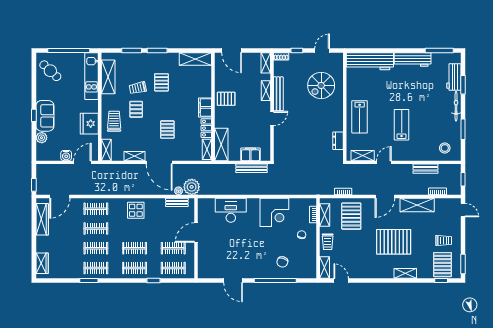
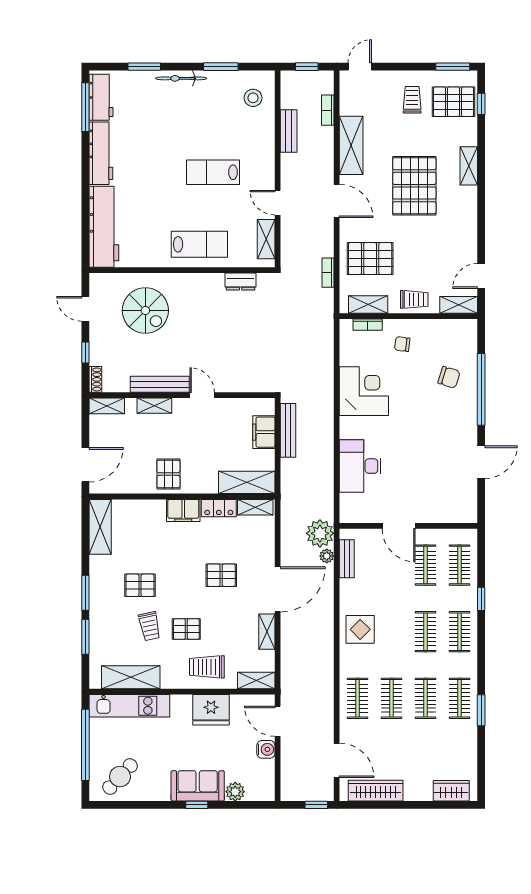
workbench: (454, 77) -> (101, 97), moved, turned -90

